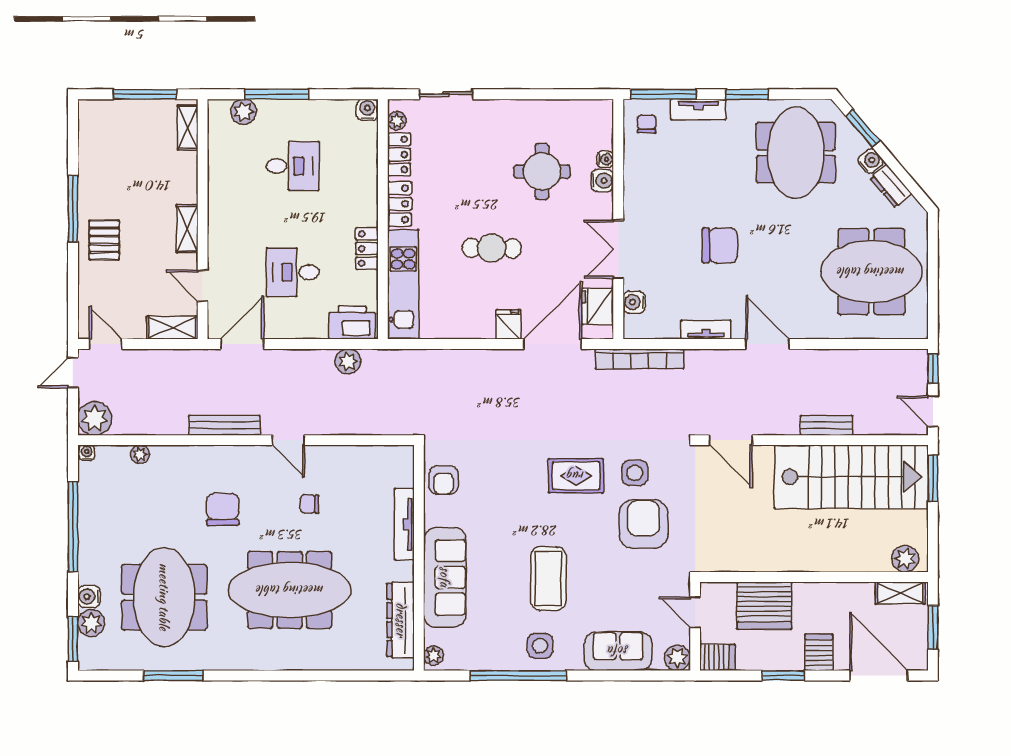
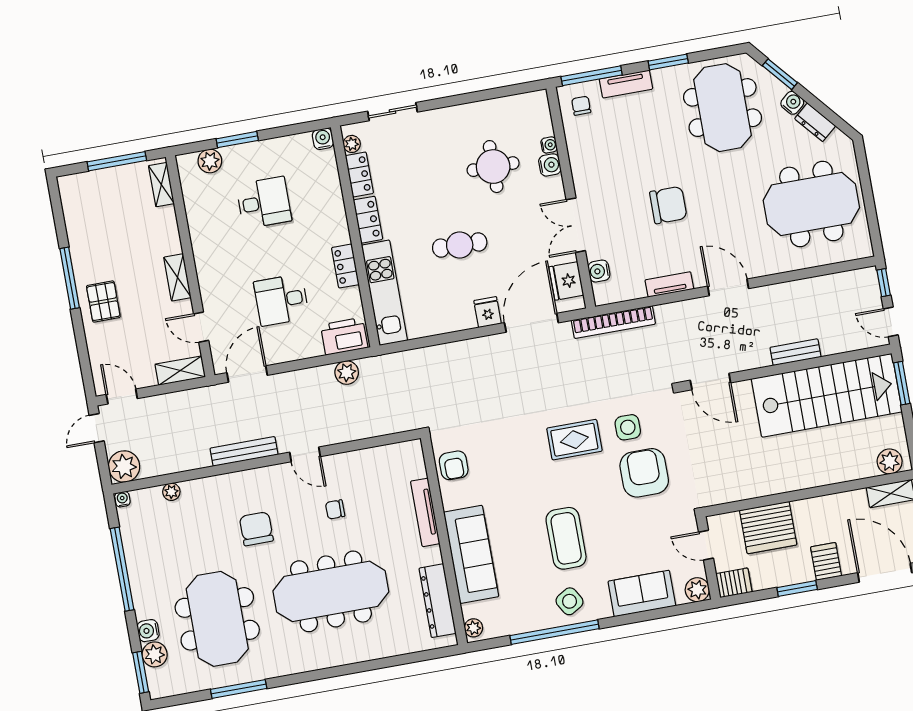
window: (277, 94) -> (237, 140), width x0.69
side table: (540, 646) -> (570, 601), turned -31

